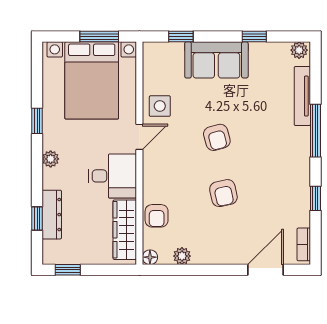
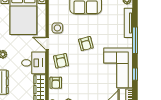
door: (139, 137) -> (47, 43), swing flipped
corner sofa: (282, 186) -> (118, 68), added
armchair: (223, 193) -> (61, 61), moved

